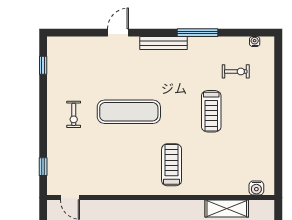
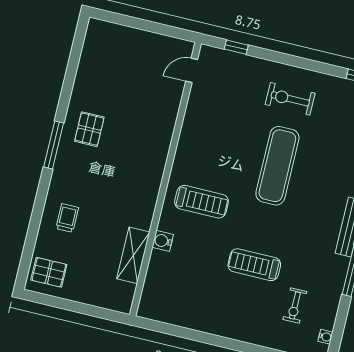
exercise bike: (74, 114) -> (290, 99), width x1.38, depth x1.39
water cooler: (256, 188) -> (163, 241), moved

